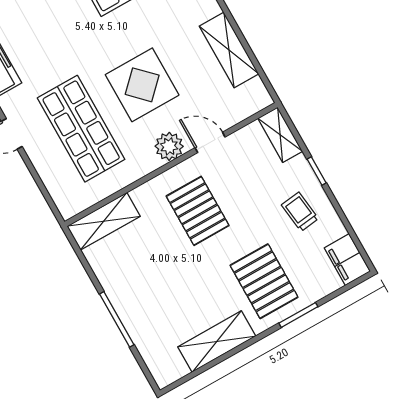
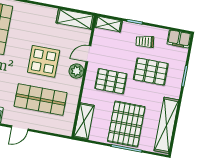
shelving: (229, 50) -> (75, 19), moved
pallet: (264, 281) -> (151, 71), moved
pallet: (153, 288) -> (126, 124), added
shelving: (217, 342) -> (166, 125), width x1.47

